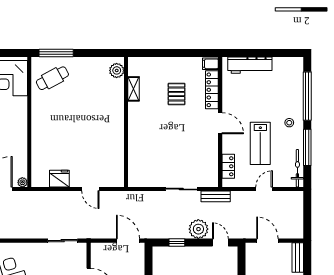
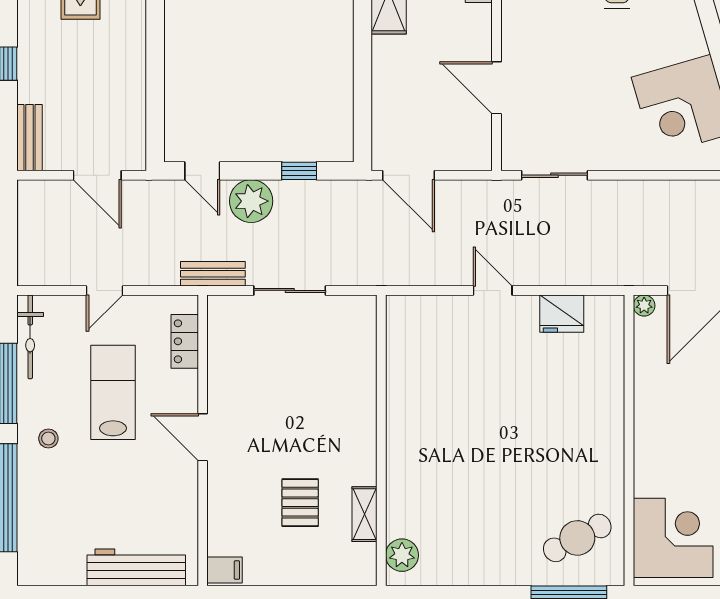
plant: (117, 70) -> (402, 555), moved
shelving: (133, 89) -> (365, 514), moved
locker: (212, 90) -> (221, 512), removed
wall: (126, 122) -> (381, 440), moved

